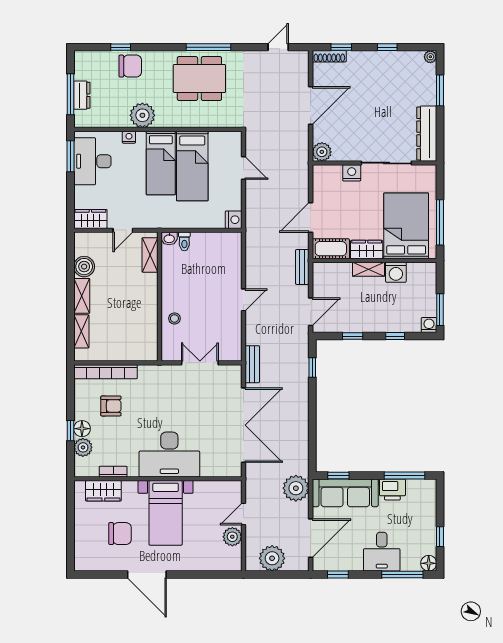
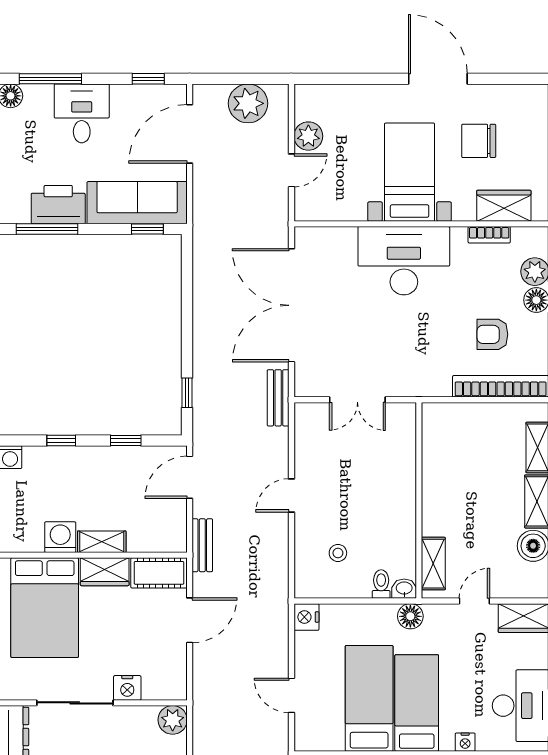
floor lamp: (165, 220) -> (410, 616), added
stool: (174, 318) -> (338, 553), moved
plant: (296, 488) -> (212, 210), removed
printer: (392, 489) -> (58, 205), width x1.37, depth x1.19

